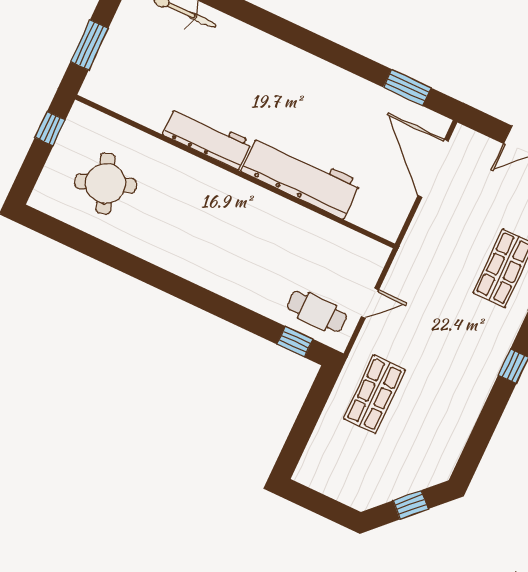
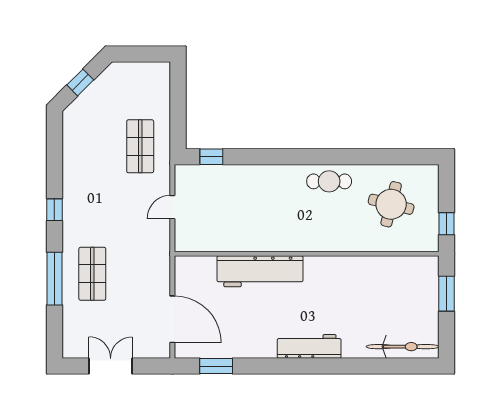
workbench: (207, 138) -> (309, 346), moved, turned 180
round table: (106, 183) -> (391, 204), turned 34
cafe table: (317, 311) -> (329, 181), moved

